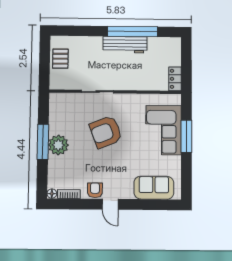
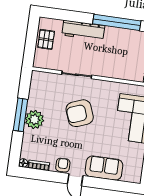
workbench: (125, 45) -> (83, 30), moved
sofa: (154, 188) -> (104, 168), moved

